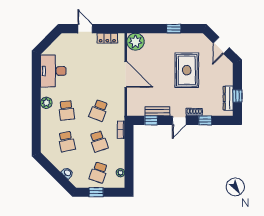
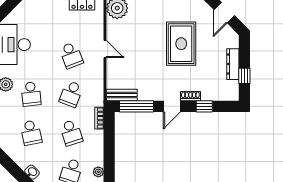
door: (126, 74) -> (105, 49), width x0.53
school desk: (99, 79) -> (71, 55), added
dresser: (228, 98) -> (233, 64), moved
bench: (158, 111) -> (122, 95), moved
window: (151, 120) -> (137, 106), width x2.17

